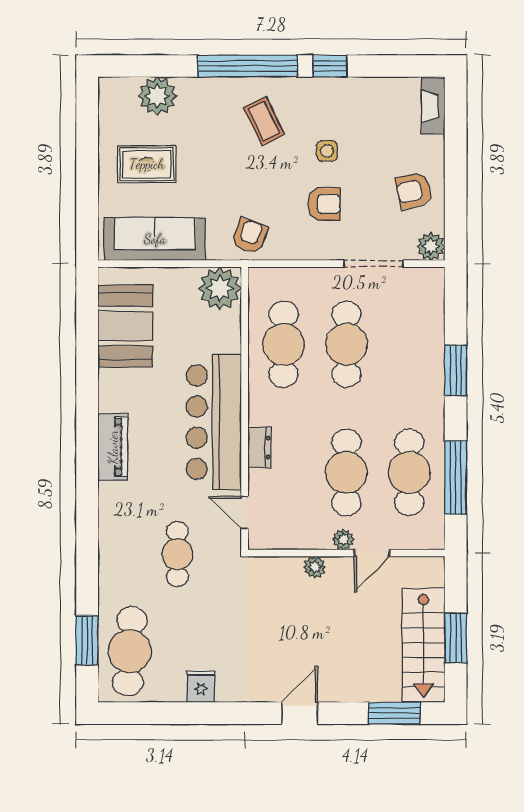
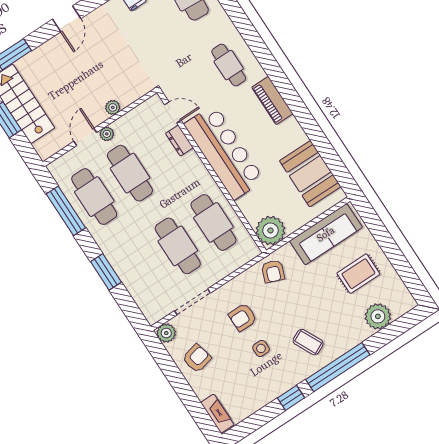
dresser: (259, 447) -> (179, 141), moved
cafe table: (177, 554) -> (229, 65), moved

